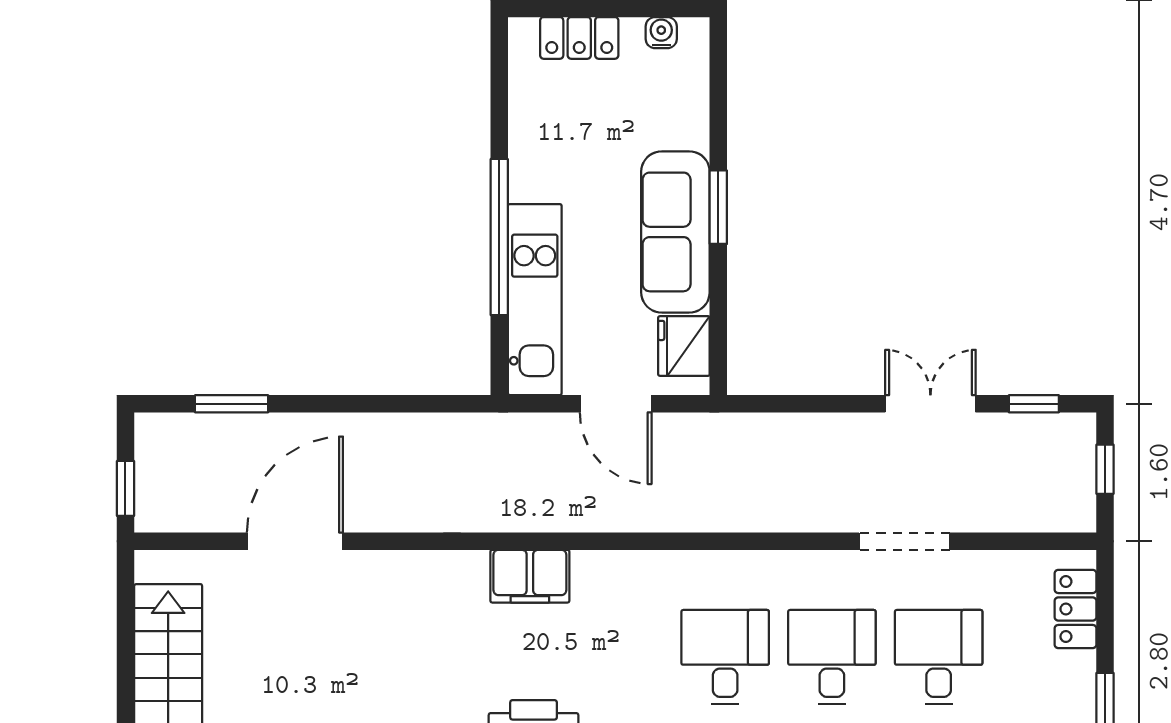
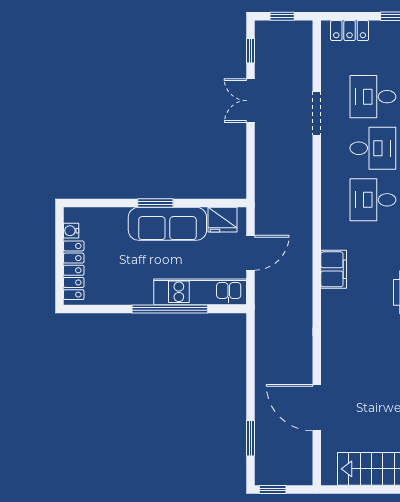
locker: (579, 38) -> (74, 270), width x1.53
window: (125, 488) -> (273, 489), moved
filing cabinet: (530, 576) -> (334, 269), moved
desk: (832, 657) -> (373, 148), turned 180

